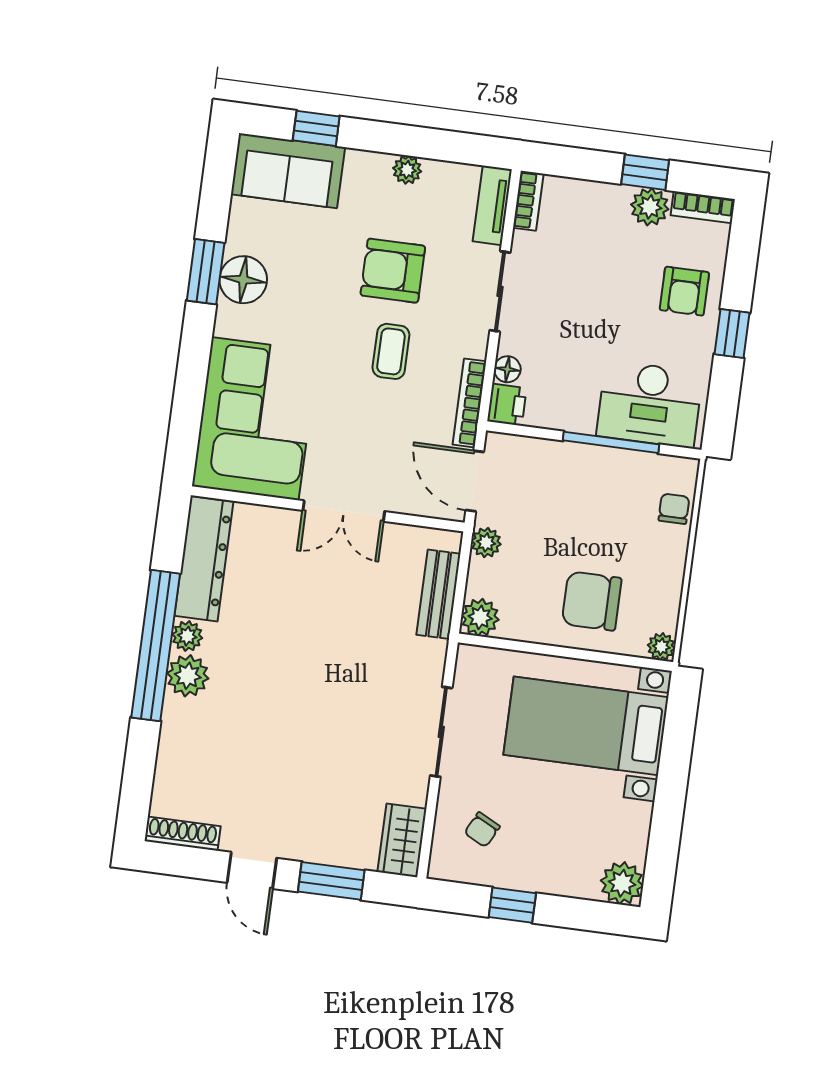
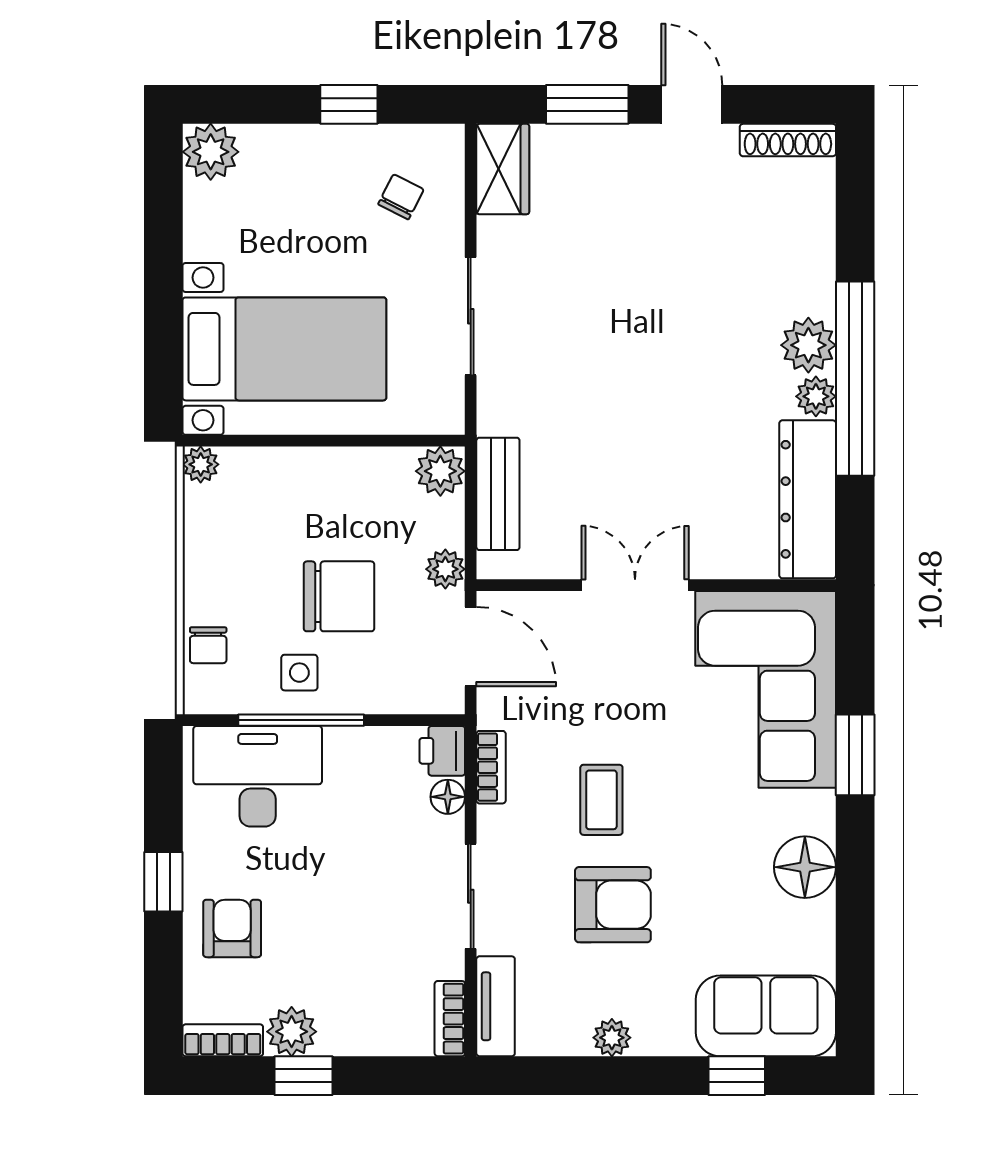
window: (206, 272) -> (855, 755), moved
bookcase: (469, 403) -> (491, 767), width x0.64
side table: (607, 479) -> (299, 673), added
chair: (592, 601) -> (339, 596), moved

